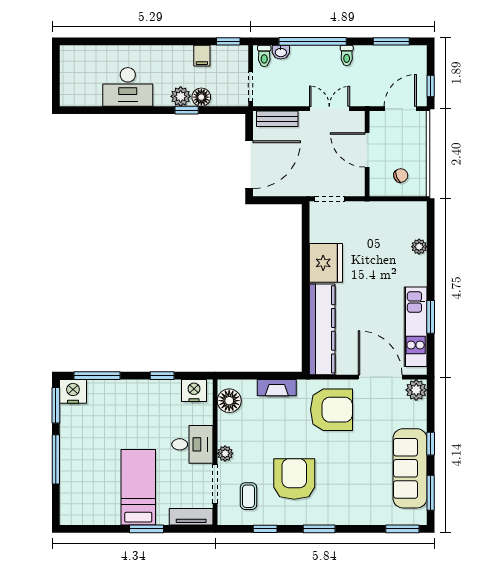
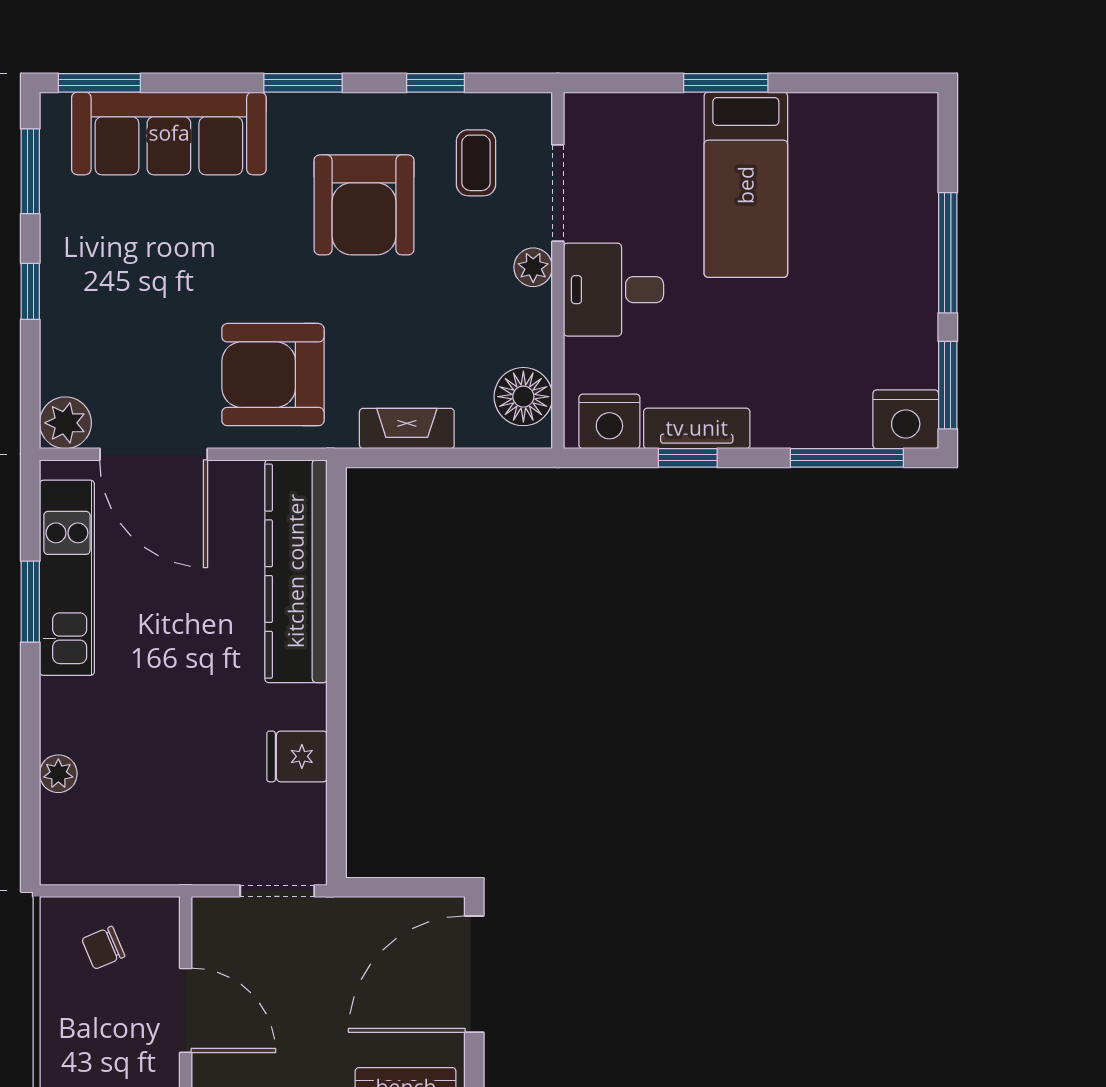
fridge: (326, 263) -> (297, 756), width x0.53, depth x0.75
sofa: (410, 468) -> (169, 133), moved, turned 90
tv unit: (191, 517) -> (697, 428), moved, turned 180

